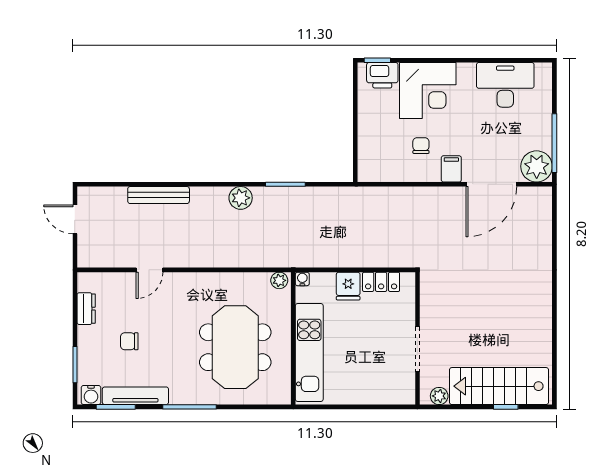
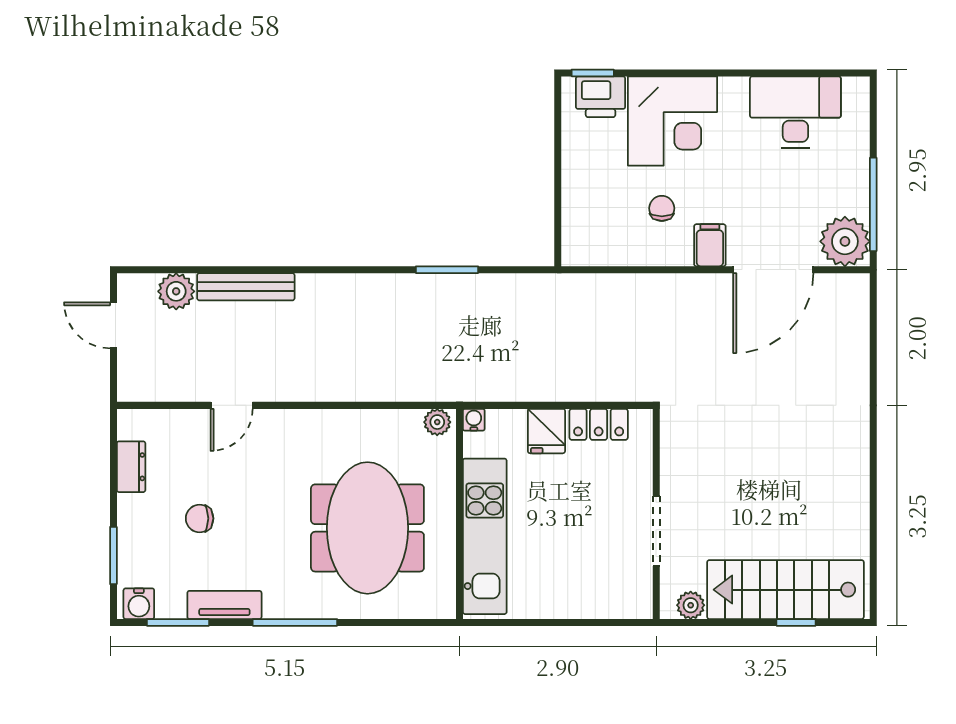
plant: (241, 198) -> (176, 291), moved
tv unit: (135, 396) -> (224, 605), width x0.71

